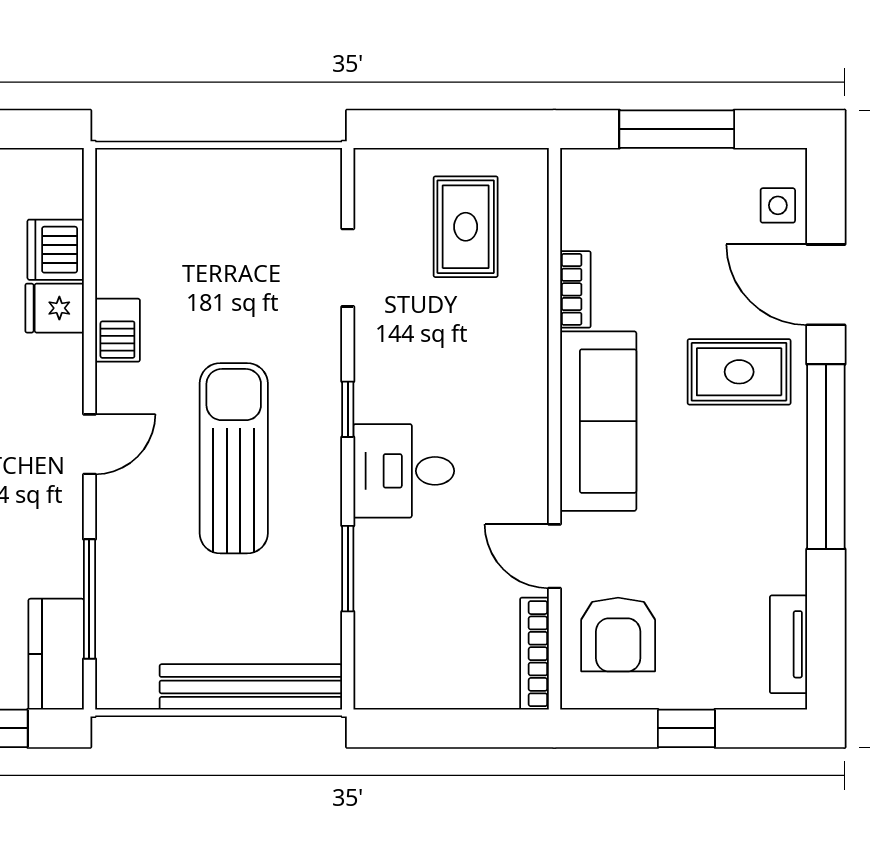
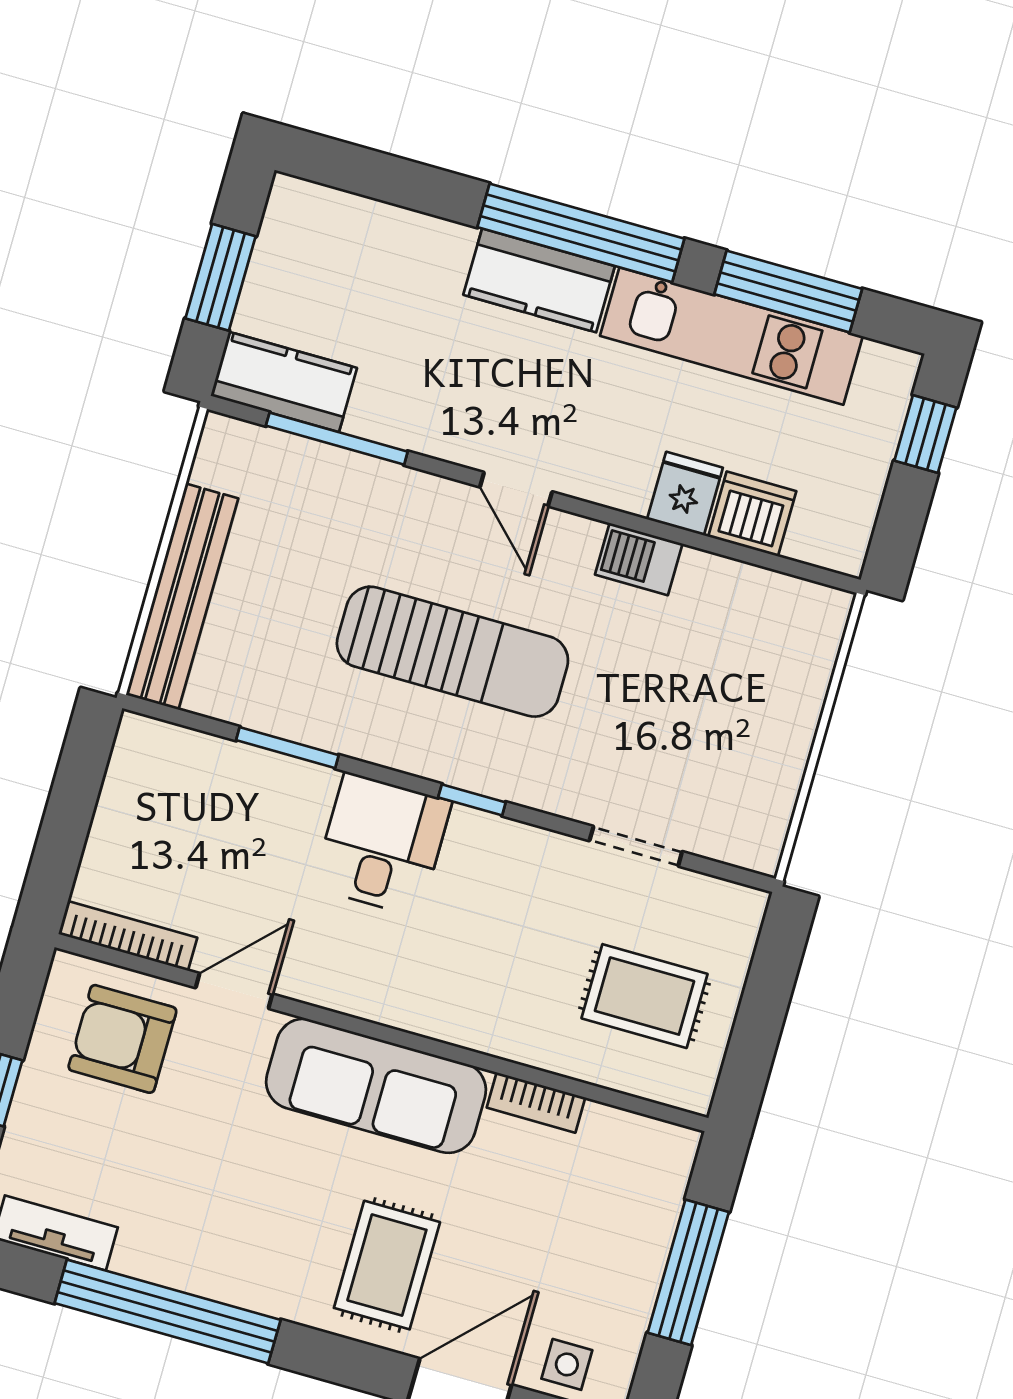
window: (826, 457) -> (168, 1312), moved

